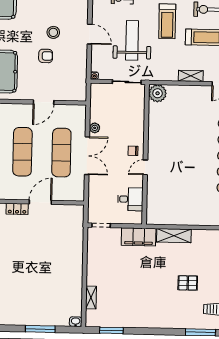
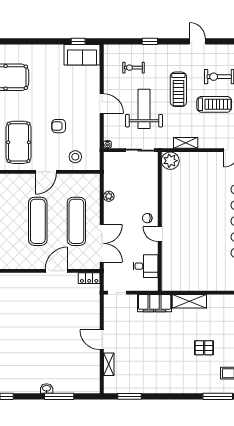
stool: (53, 32) -> (75, 157), moved
armchair: (46, 56) -> (59, 126), turned 180
shelving: (191, 76) -> (186, 143), moved
door: (44, 102) -> (46, 172), moved
double door: (87, 156) -> (102, 243), moved
door: (145, 167) -> (160, 234), hinge flipped
locker: (17, 209) -> (89, 278), moved
door: (85, 273) -> (102, 340), added
washbasin: (76, 322) -> (47, 389), moved

